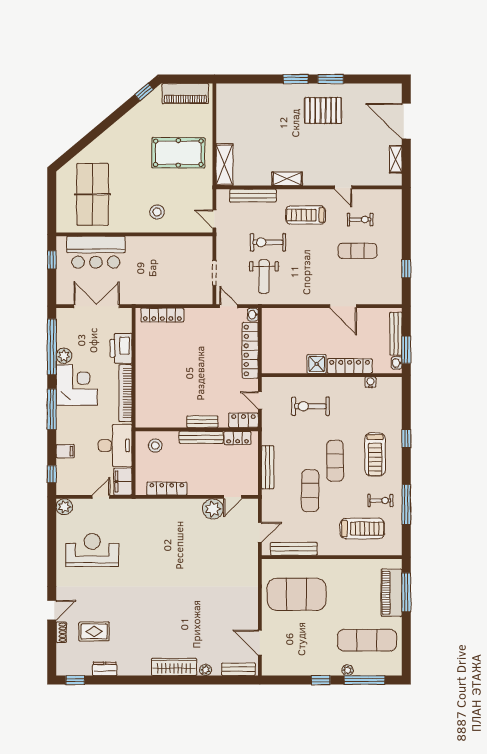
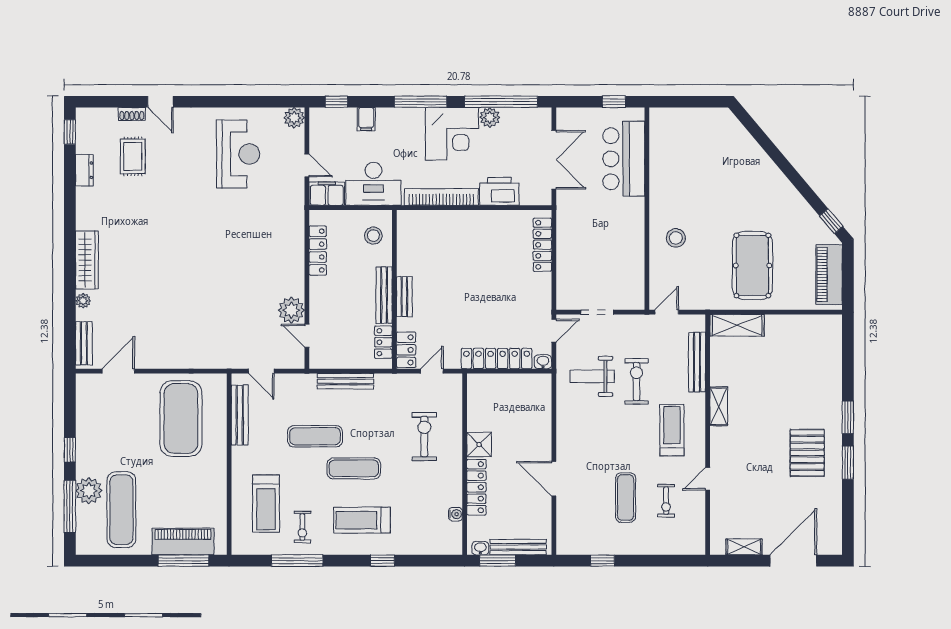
table tennis table: (93, 194) -> (699, 155), removed
door: (343, 306) -> (554, 479), hinge flipped
plant: (347, 670) -> (89, 491), width x1.88, depth x1.88

